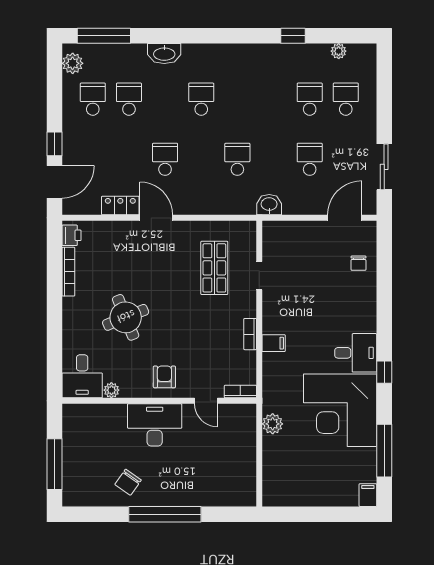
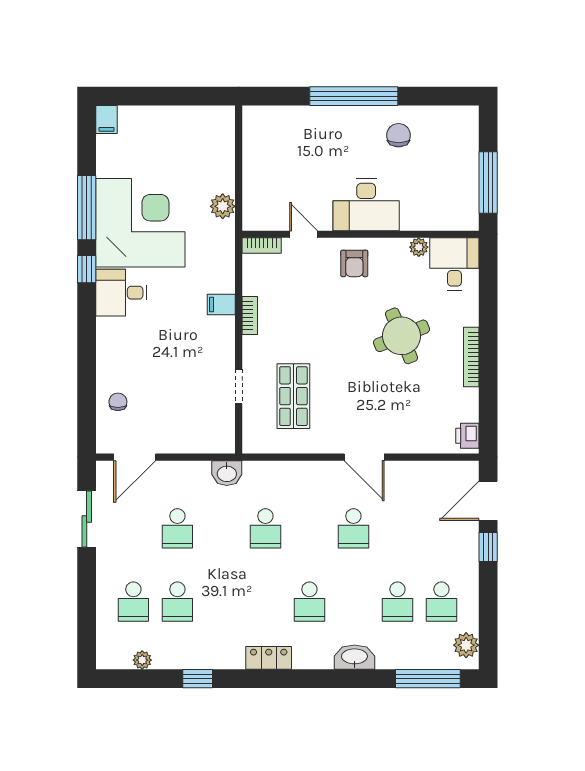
locker: (120, 206) -> (269, 658), moved, turned 180
bookcase: (68, 272) -> (471, 357), moved
window: (384, 451) -> (87, 208), moved
window: (54, 464) -> (488, 182), moved
chair: (128, 482) -> (399, 135), turned -35

